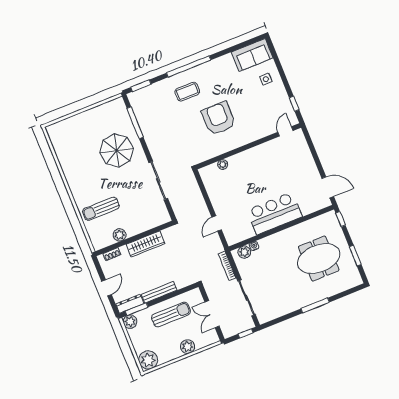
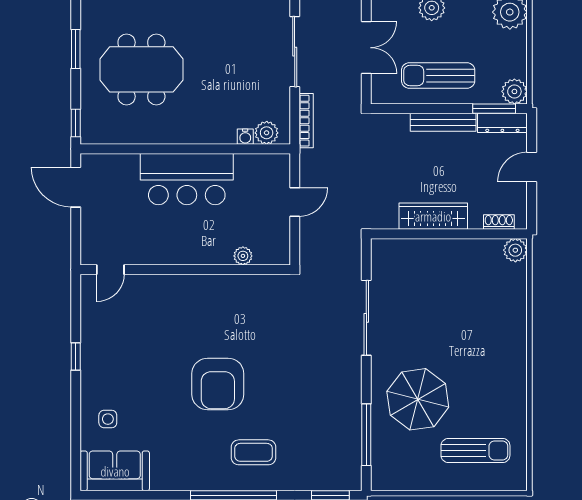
door: (285, 131) -> (110, 270), moved
wall: (248, 146) -> (185, 270), moved
plant: (223, 165) -> (243, 256), moved
sun lounger: (101, 209) -> (475, 450), moved
plant: (120, 235) -> (515, 250), moved

